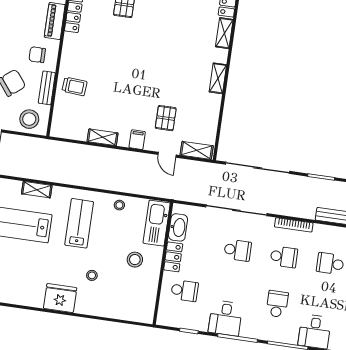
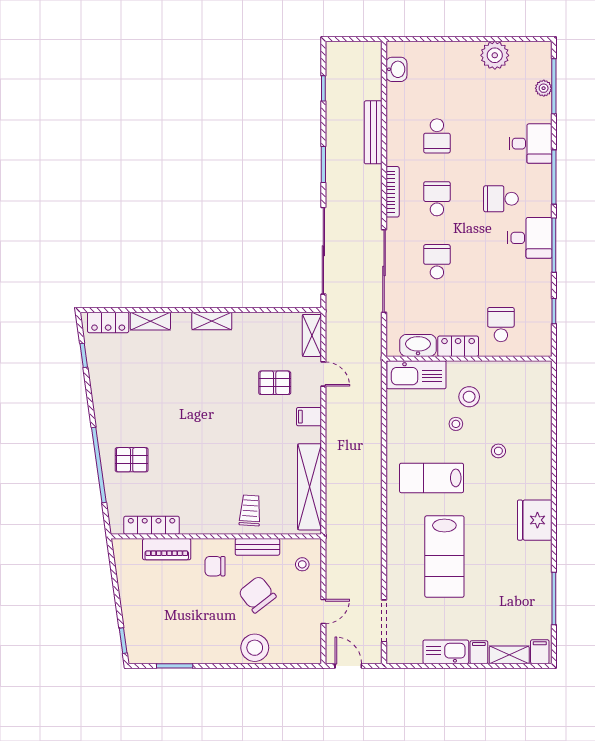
chair: (37, 55) -> (215, 566), turned 90
stool: (29, 119) -> (302, 564), width x0.53, depth x0.53
shelving: (103, 137) -> (310, 487), width x2.20, depth x1.33
door: (167, 155) -> (323, 374), hinge flipped
shelving: (37, 190) -> (395, 541), removed
stool: (119, 205) -> (456, 424), moved
fridge: (60, 298) -> (535, 520), moved
desk: (225, 318) -> (530, 238), moved

